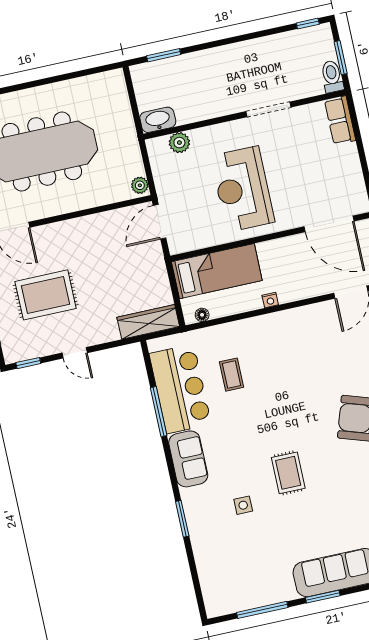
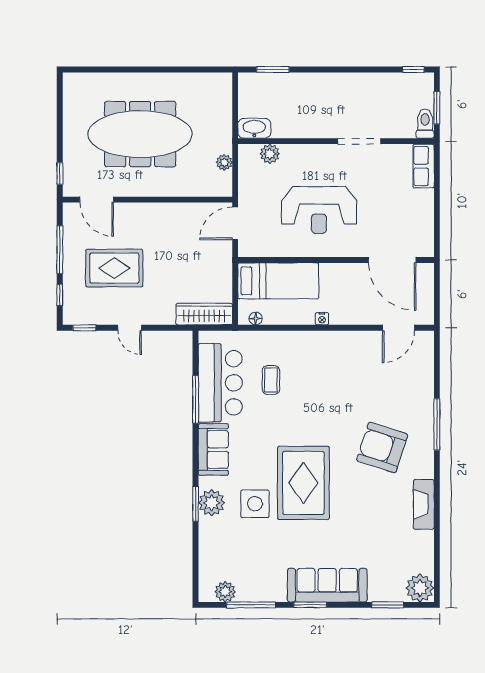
plant: (140, 185) -> (224, 162), moved
reception desk: (243, 189) -> (319, 210), turned -90
rug: (288, 473) -> (303, 483), width x1.86, depth x2.06
side table: (243, 505) -> (255, 504), width x1.87, depth x1.87
plant: (198, 514) -> (212, 503), added
plant: (232, 602) -> (225, 592), added

